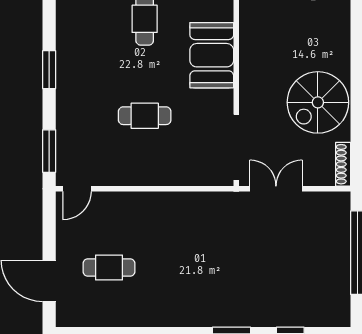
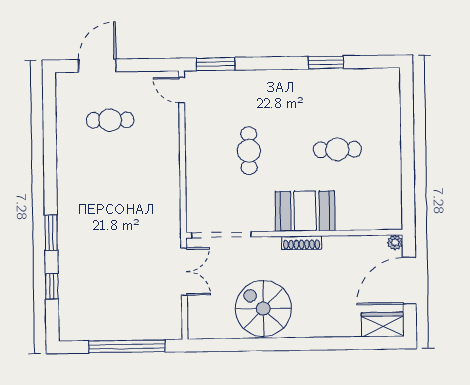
window: (49, 70) -> (326, 62), moved
shoe rack: (343, 164) -> (302, 243), moved, turned 180
cafe table: (109, 267) -> (110, 120), turned 90

